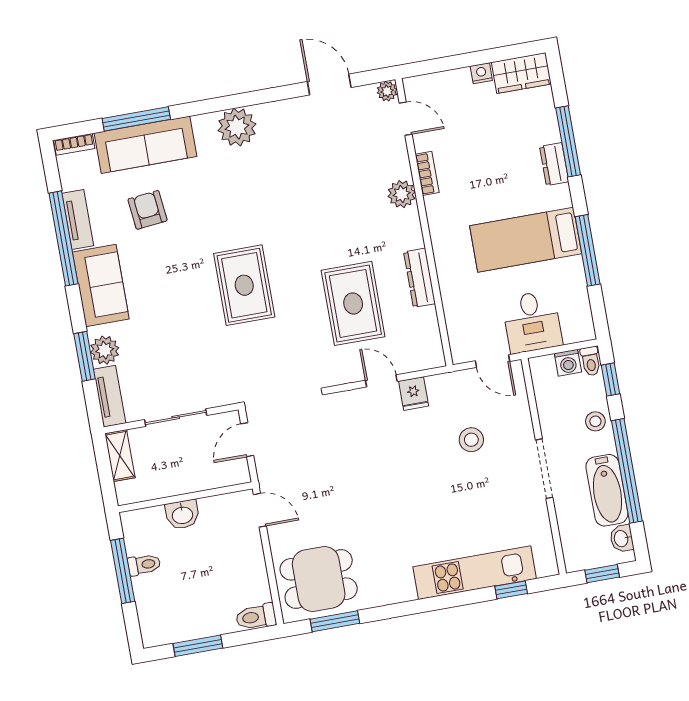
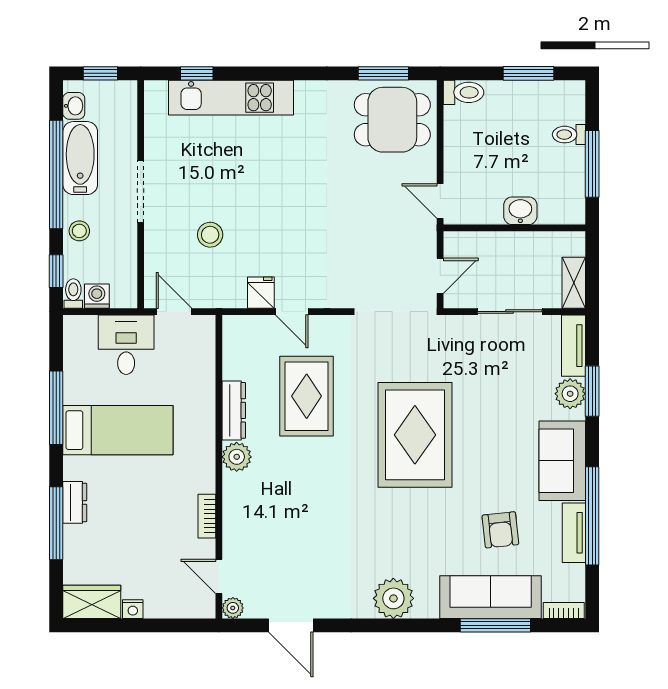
plant: (402, 194) -> (237, 457), moved
rug: (244, 285) -> (415, 435), width x1.37, depth x1.44
toilet: (144, 565) -> (569, 135), moved

